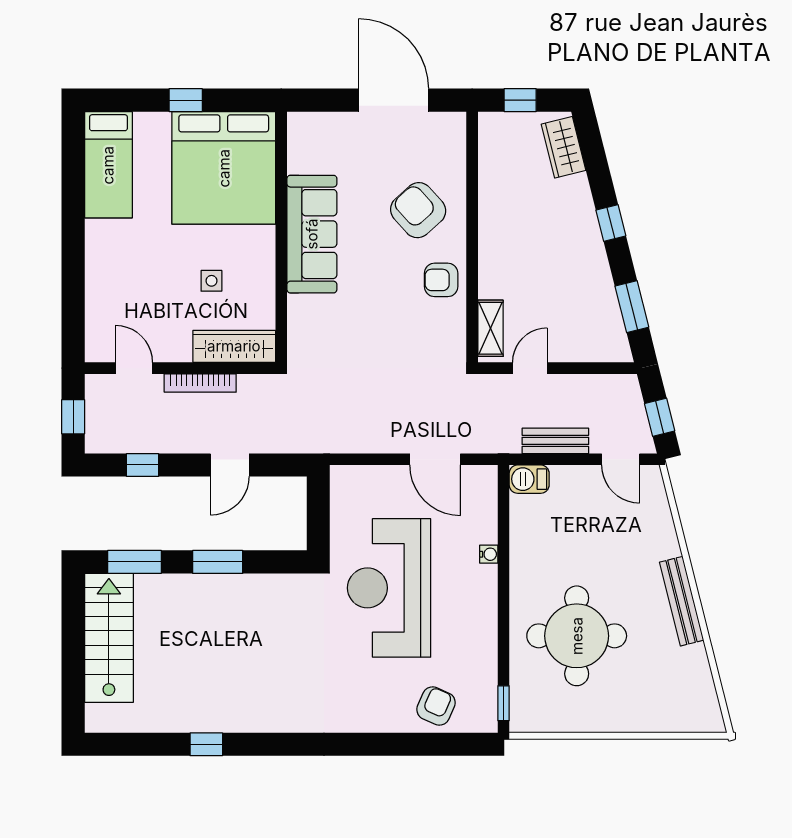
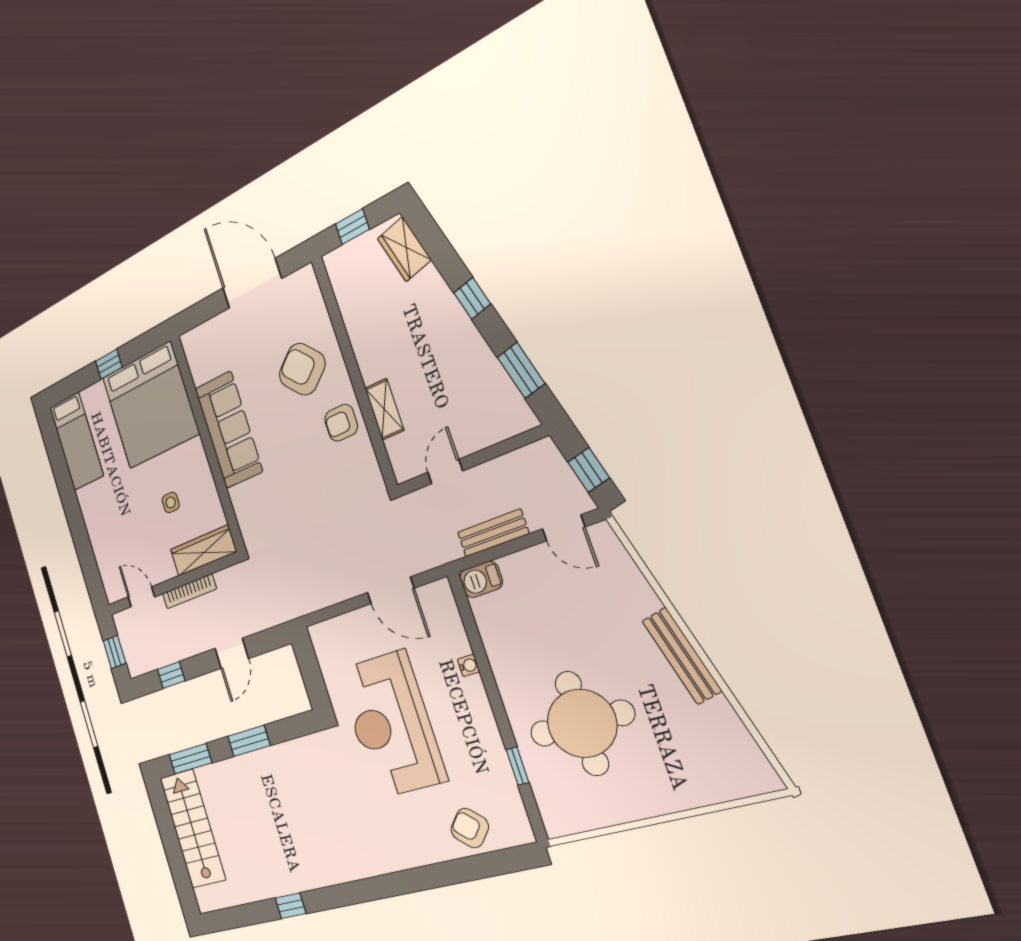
shelving: (491, 328) -> (384, 409), moved
window: (504, 703) -> (517, 766), moved
armchair: (436, 706) -> (470, 828), turned -72

